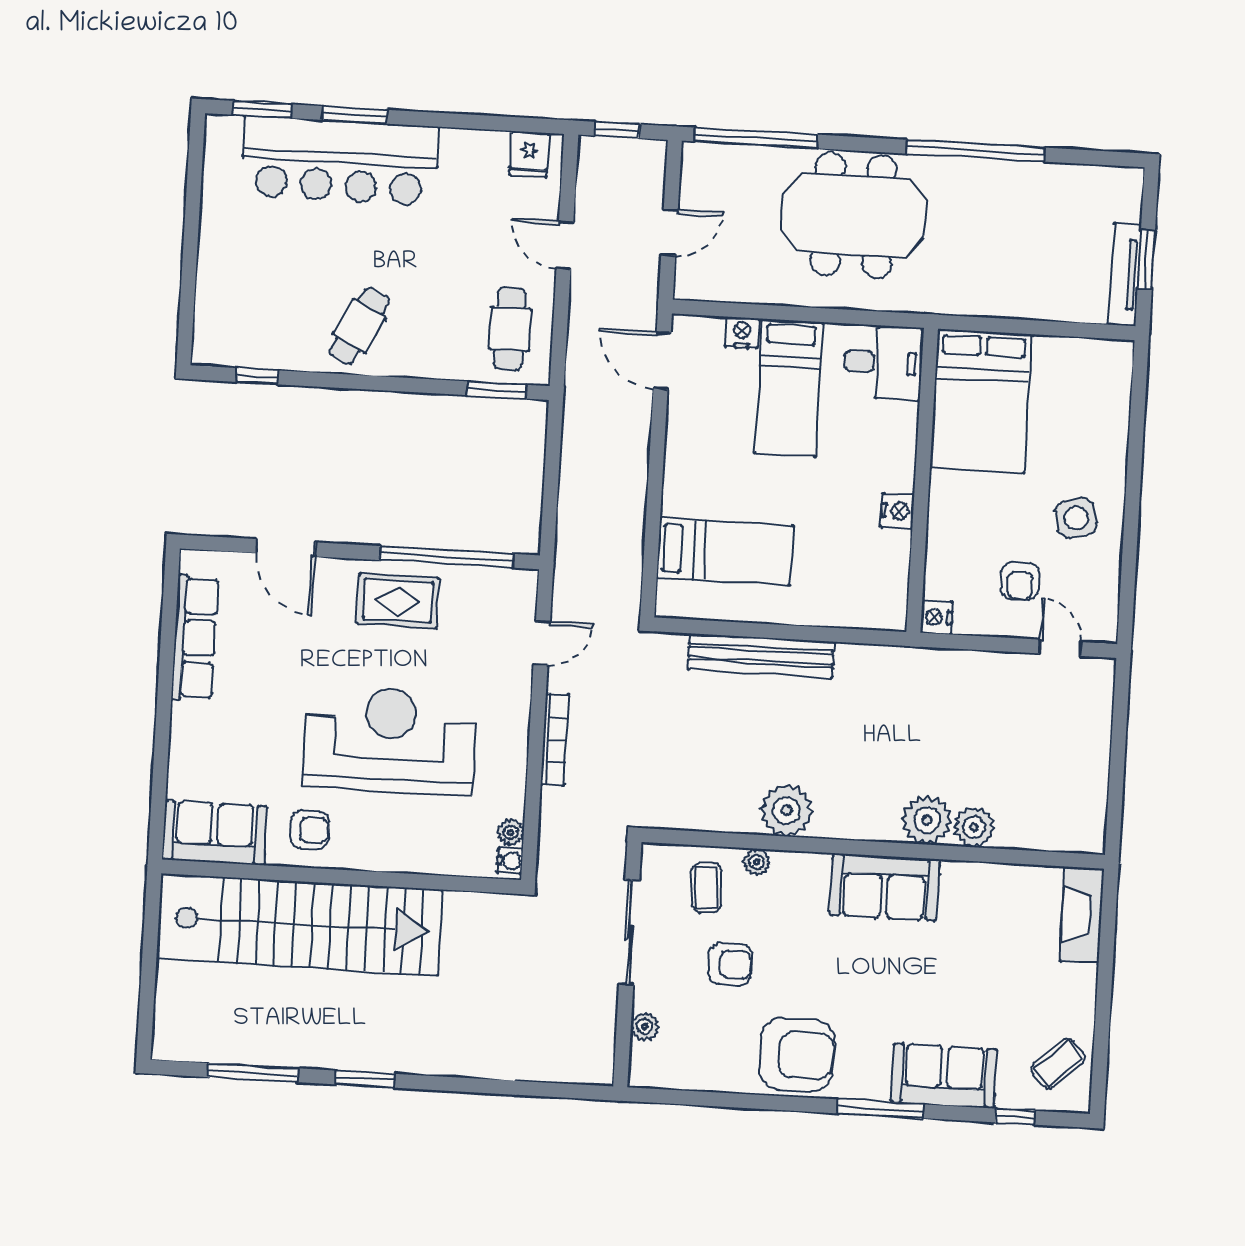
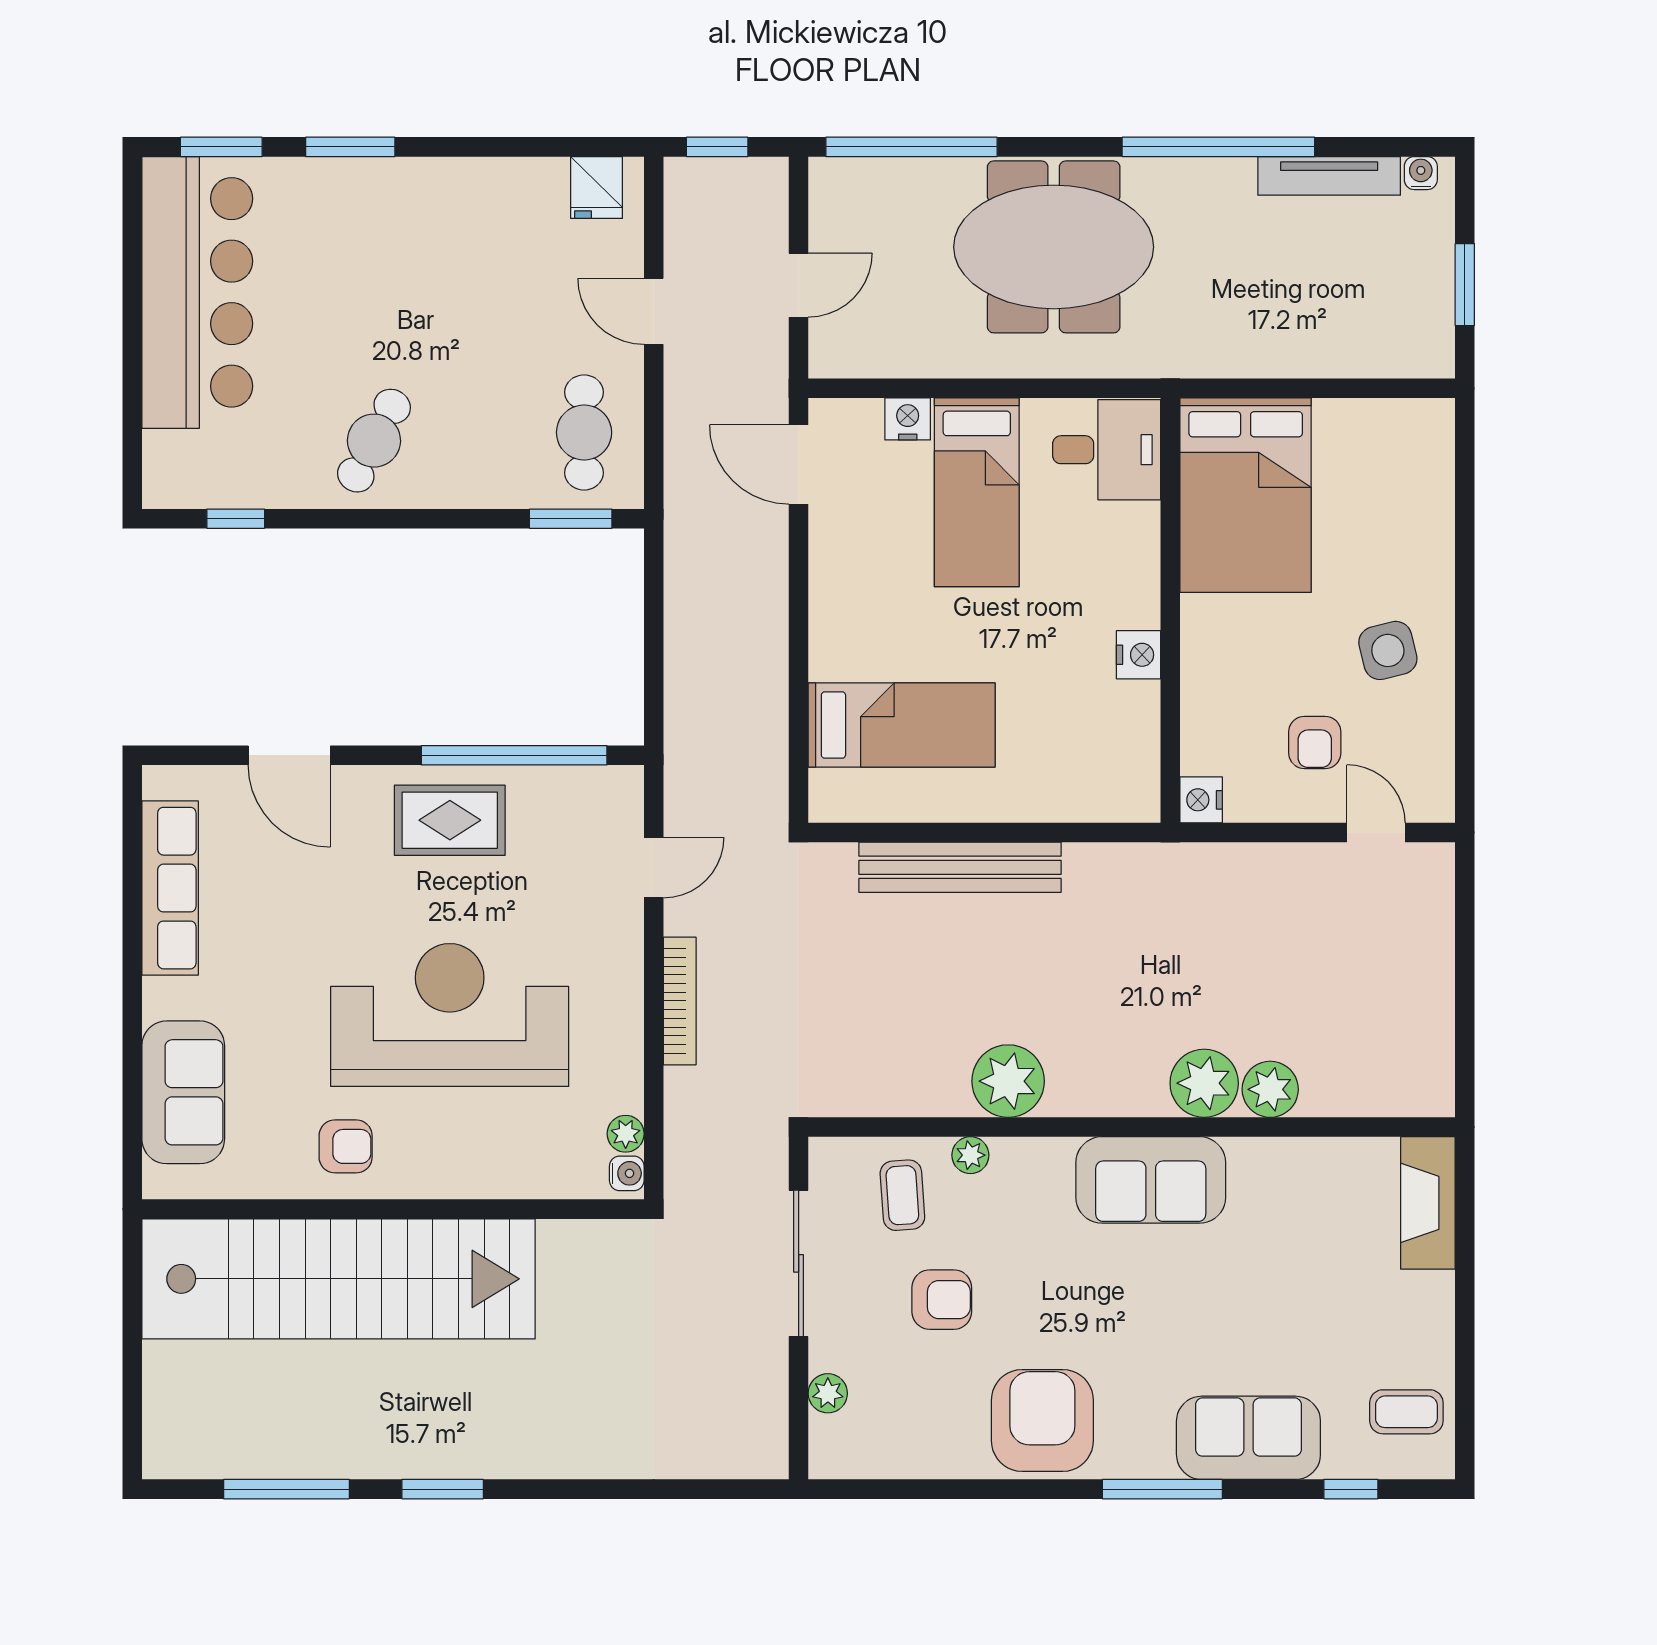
bar counter: (340, 161) -> (197, 292), moved, turned -90
water cooler: (1119, 178) -> (1421, 173), added
tv unit: (1125, 274) -> (1329, 176), moved, turned -90
sofa: (215, 833) -> (183, 1092), moved, turned 90
armchair: (797, 1055) -> (1042, 1420), turned -91
coffee table: (1058, 1064) -> (1406, 1412), turned 42

